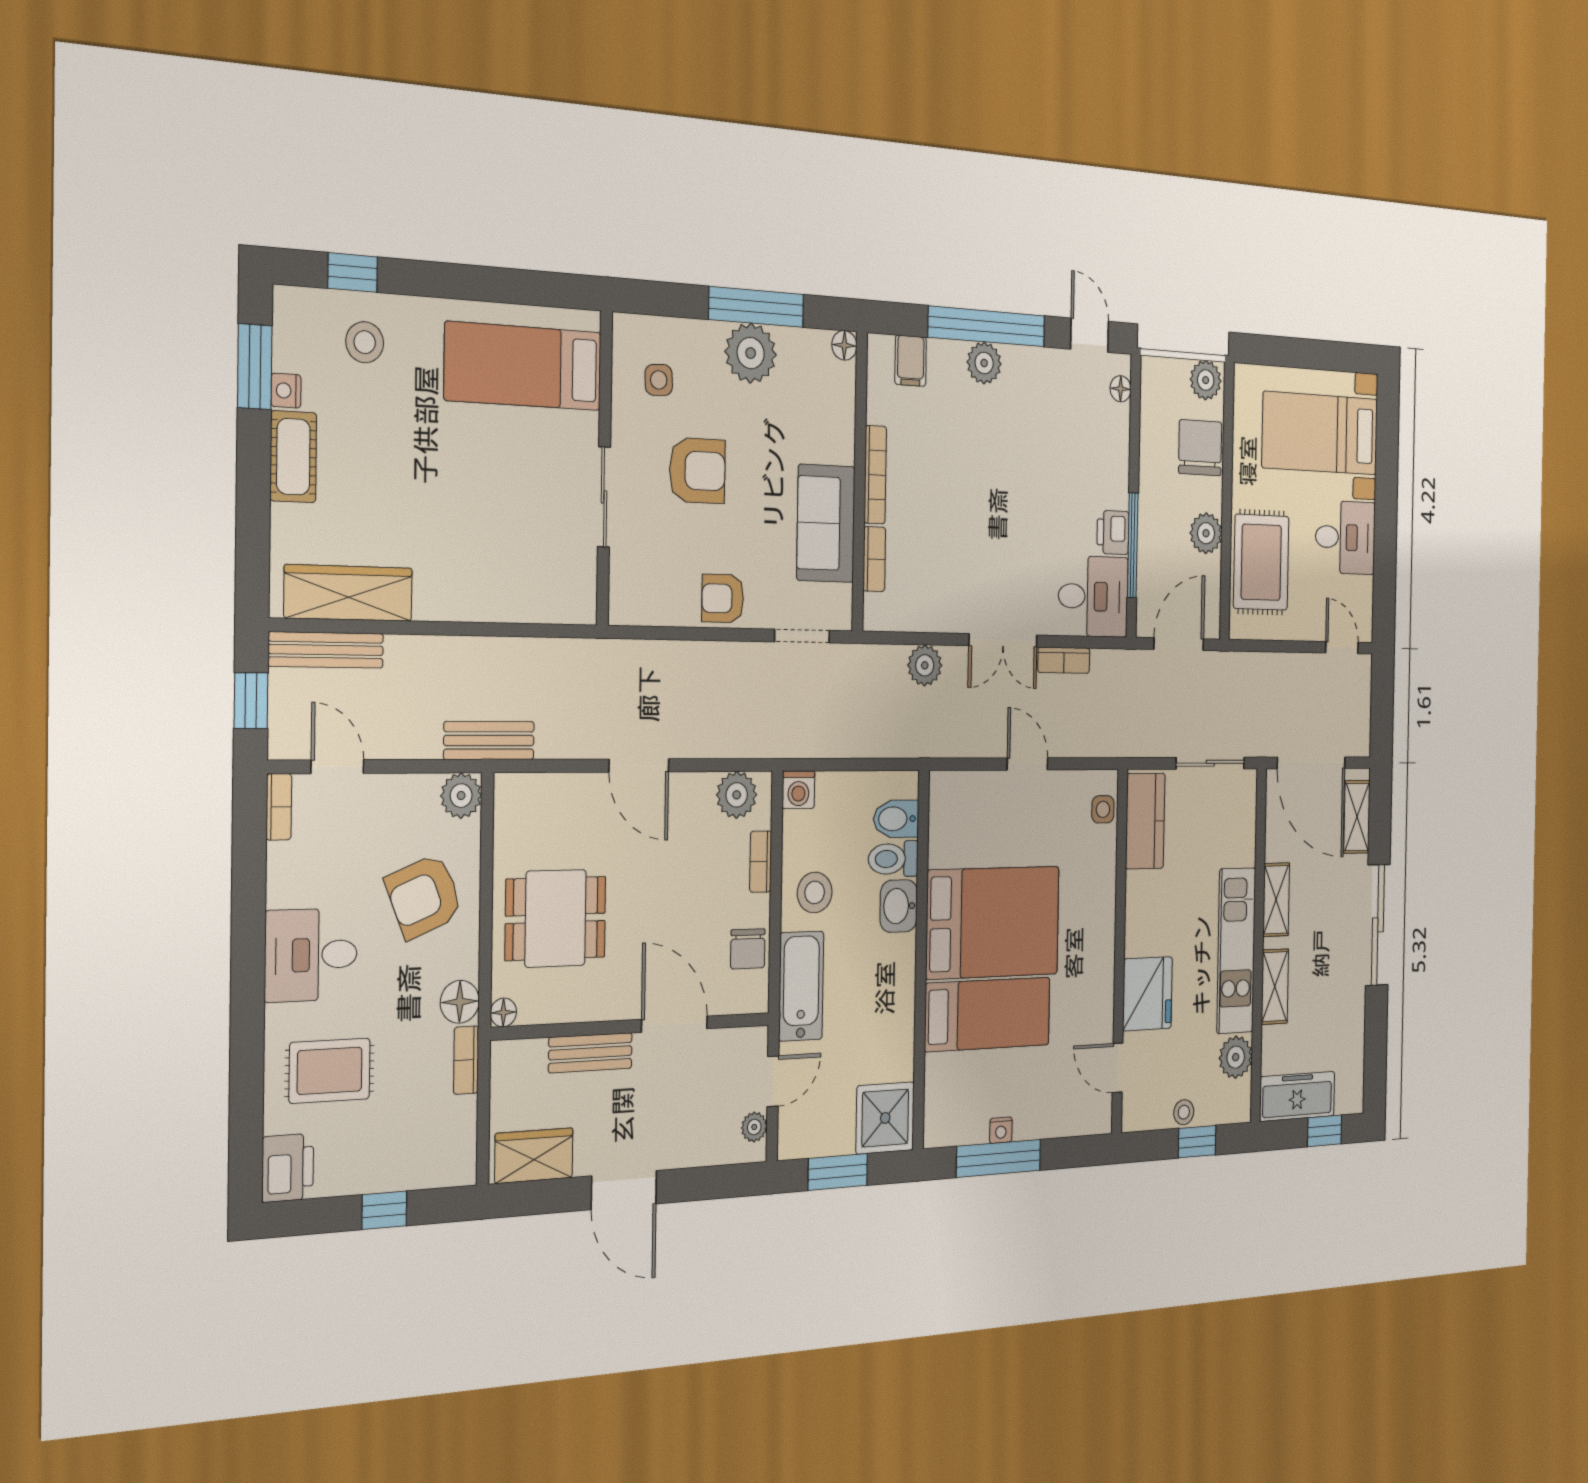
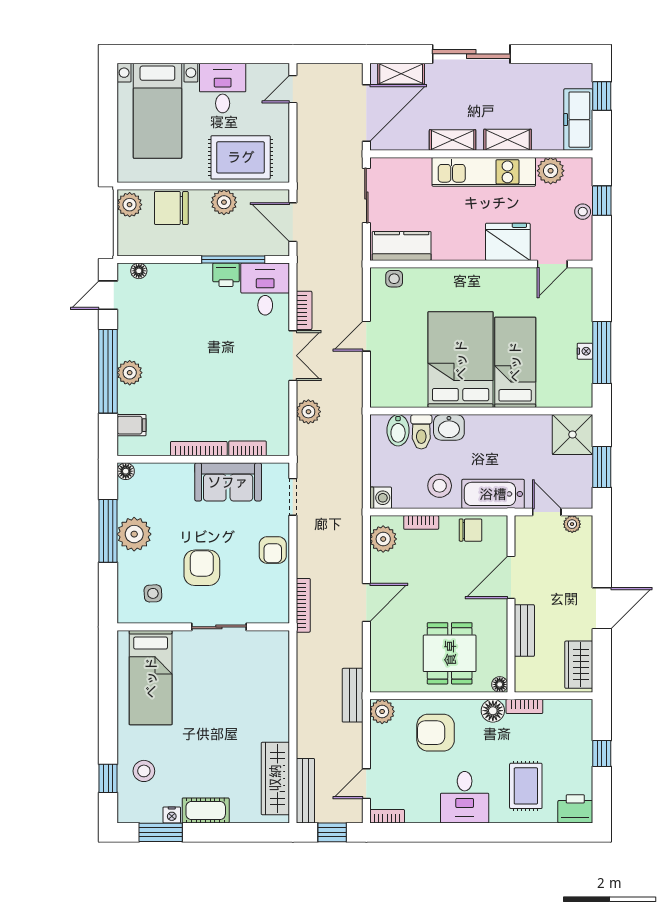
bookcase: (636, 651) -> (303, 605), added
armchair: (424, 896) -> (436, 733), turned 112

